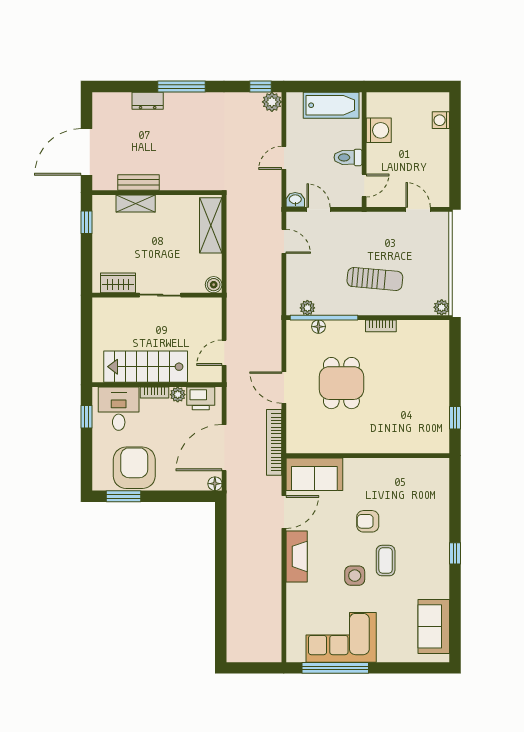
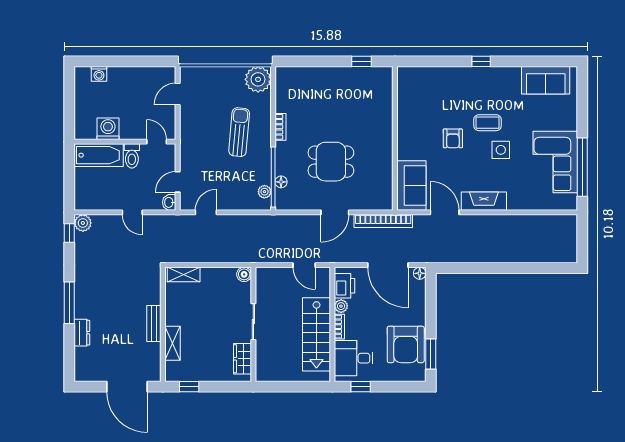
bathtub: (331, 105) -> (99, 155), moved, turned 90
bench: (139, 182) -> (154, 324), moved
shelving: (211, 225) -> (184, 274), width x0.67, depth x0.75
plant: (442, 307) -> (258, 79), width x1.88, depth x1.88
armchair: (134, 468) -> (406, 344), turned -90

